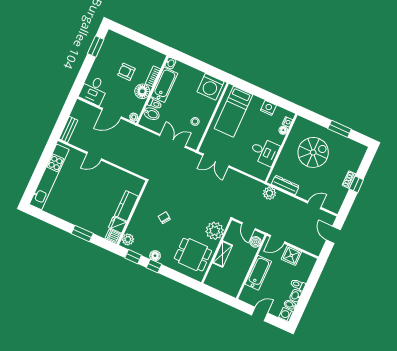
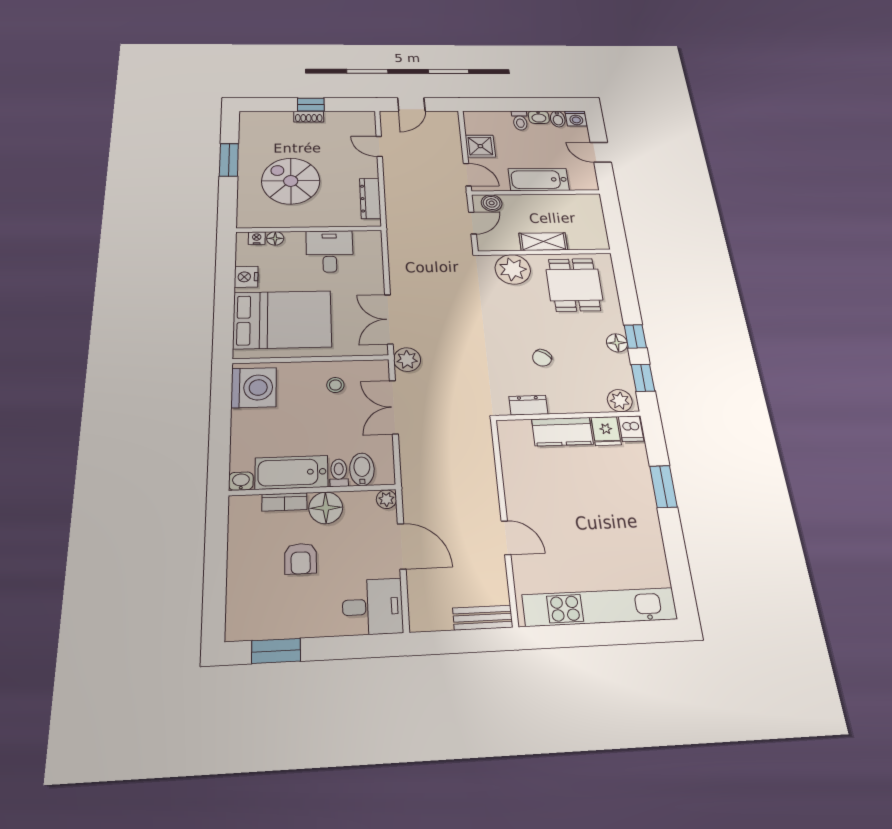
bed: (233, 112) -> (282, 320), width x1.50
double door: (216, 161) -> (389, 319), swing flipped
plant: (269, 193) -> (407, 360), moved
dresser: (145, 199) -> (528, 405), added

